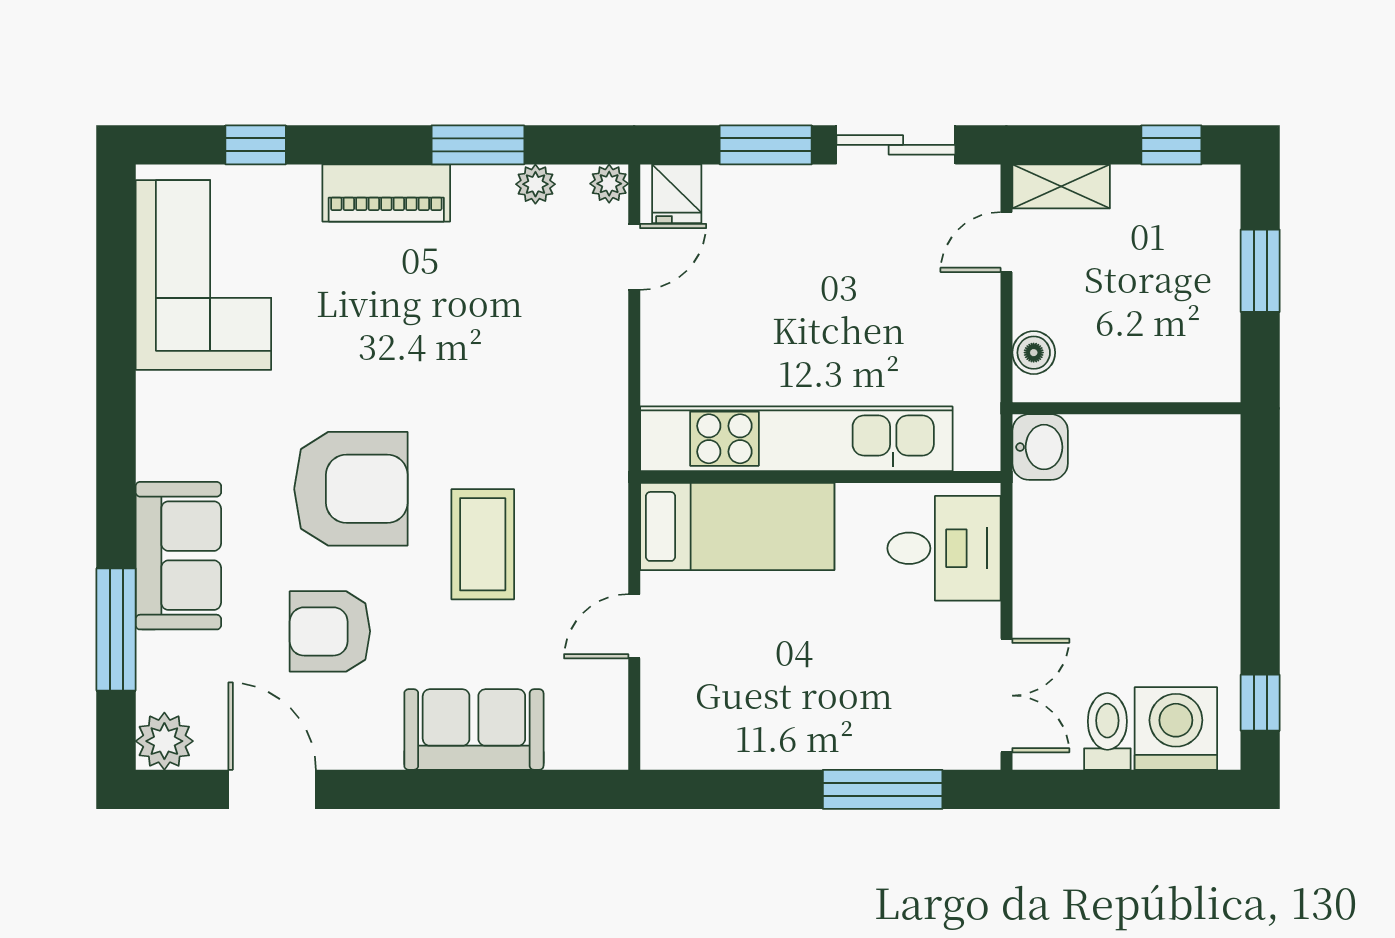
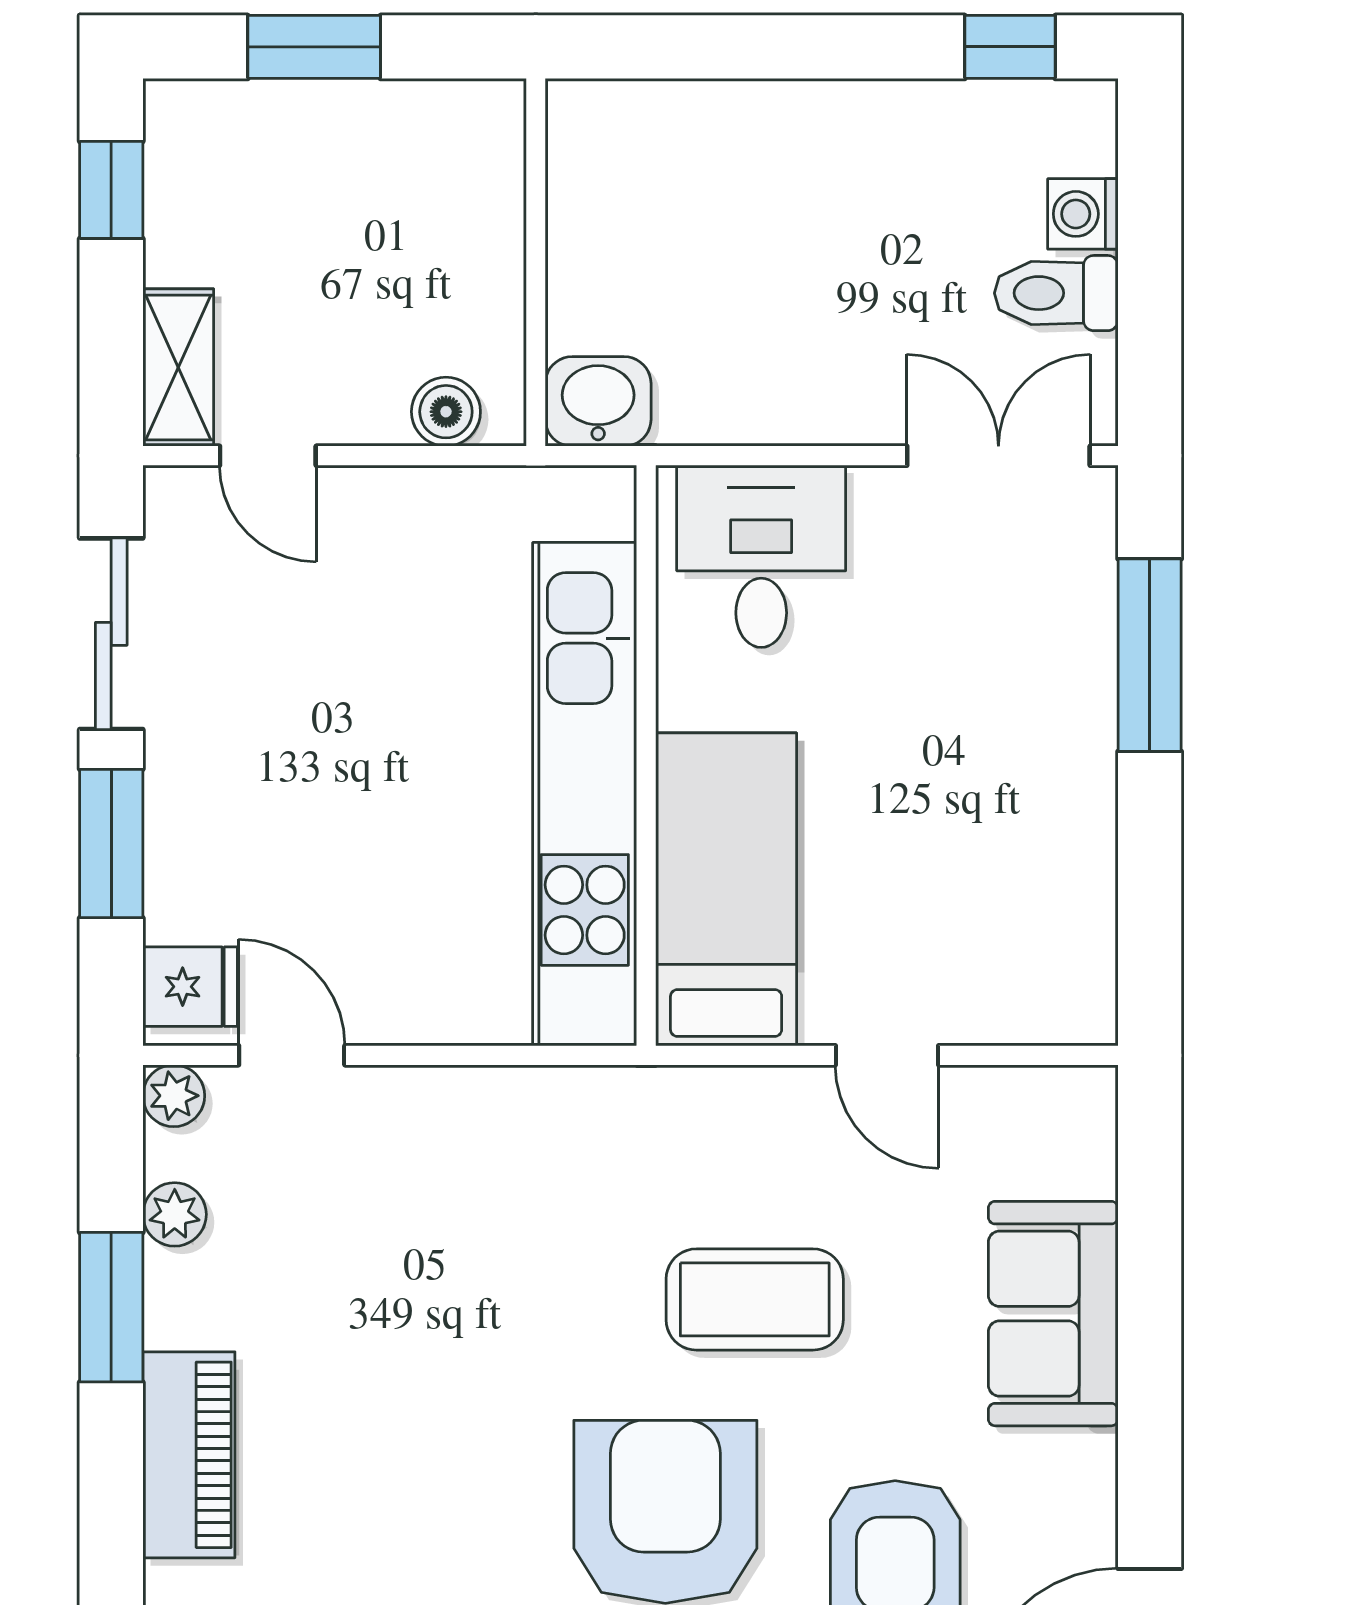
washing machine: (1176, 728) -> (1083, 214), width x0.53, depth x0.53

